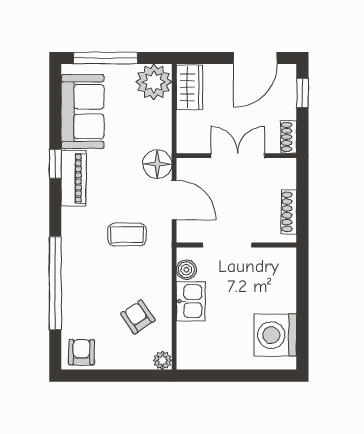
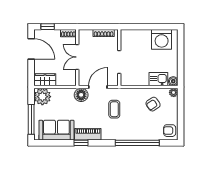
boiler: (186, 270) -> (173, 81), moved
kitchen sink: (191, 301) -> (158, 79), moved

